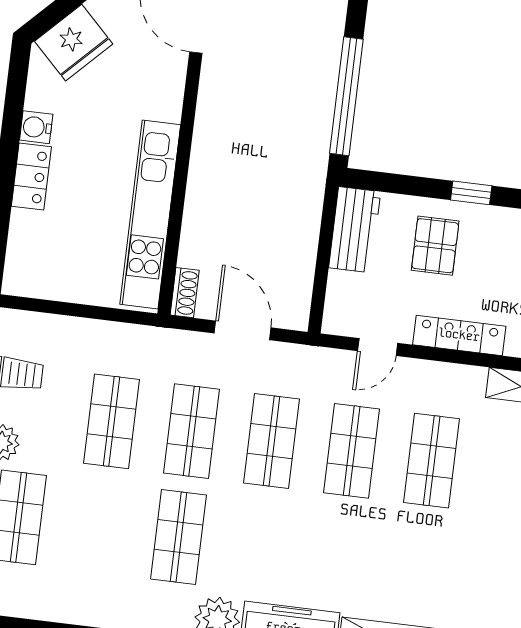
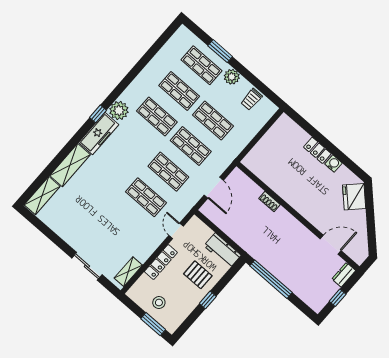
kitchen unit: (150, 215) -> (276, 183), removed
shoe rack: (185, 293) -> (269, 202), moved
door: (243, 330) -> (214, 188), hinge flipped
shop shelf: (432, 461) -> (179, 91), moved

